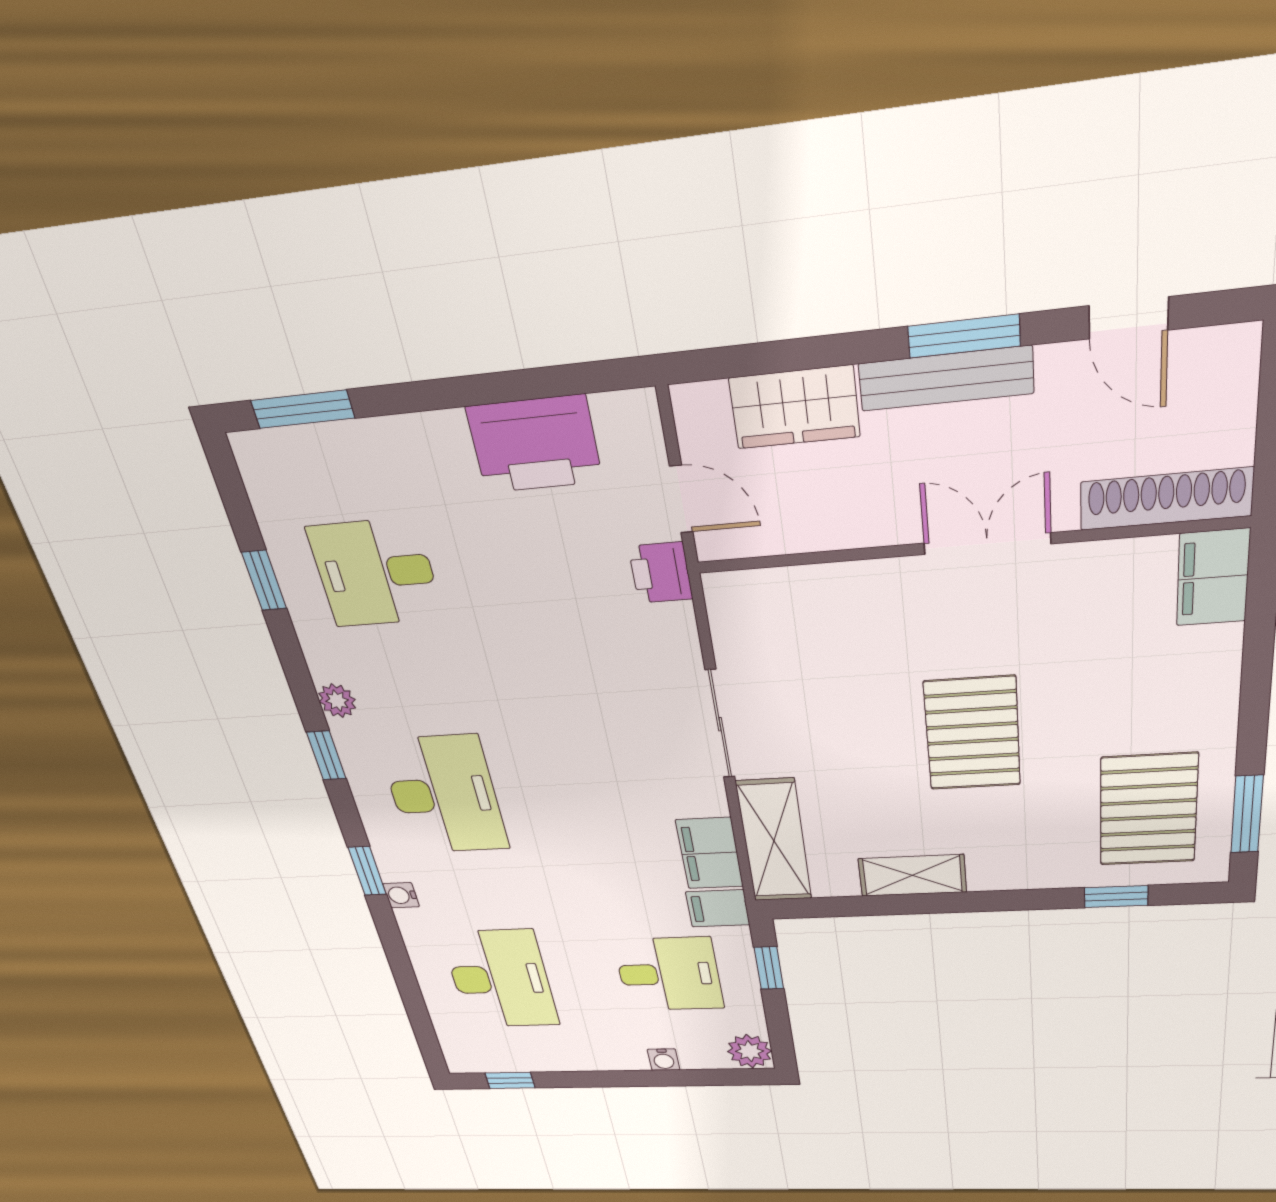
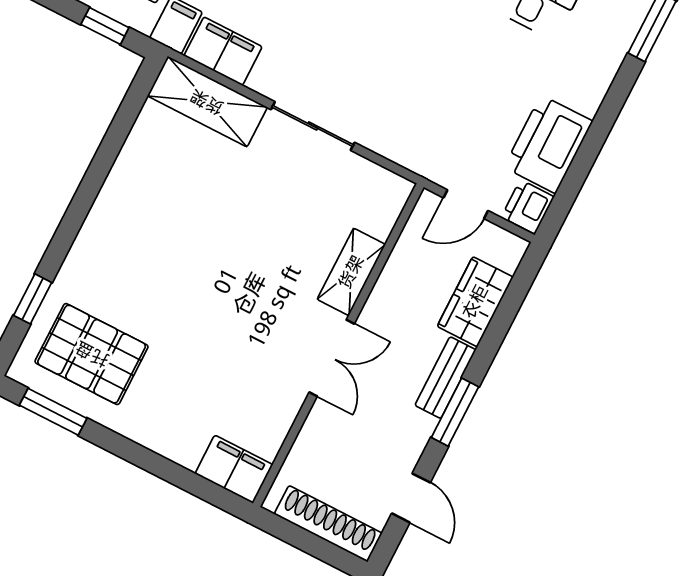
door: (1128, 318) -> (411, 498), swing flipped
bench: (946, 379) -> (445, 378), width x0.73
shoe rack: (1166, 499) -> (328, 524), moved, turned -90
printer: (661, 573) -> (528, 207), moved, turned -90
pallet: (972, 734) -> (212, 278), removed
shelving: (912, 875) -> (351, 272), moved

